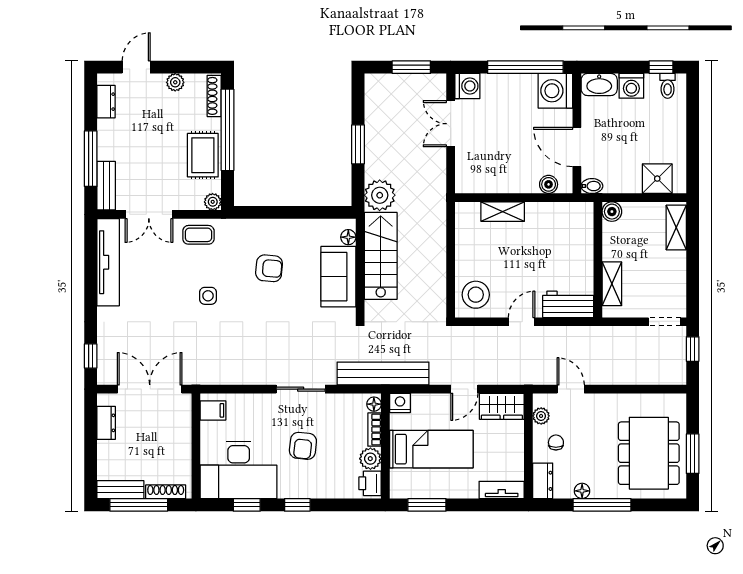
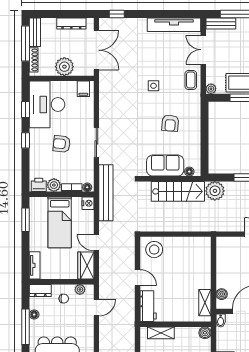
shelving: (503, 212) -> (205, 303), moved
dresser: (106, 423) -> (71, 24), width x1.44
plant: (177, 441) -> (64, 67), added

